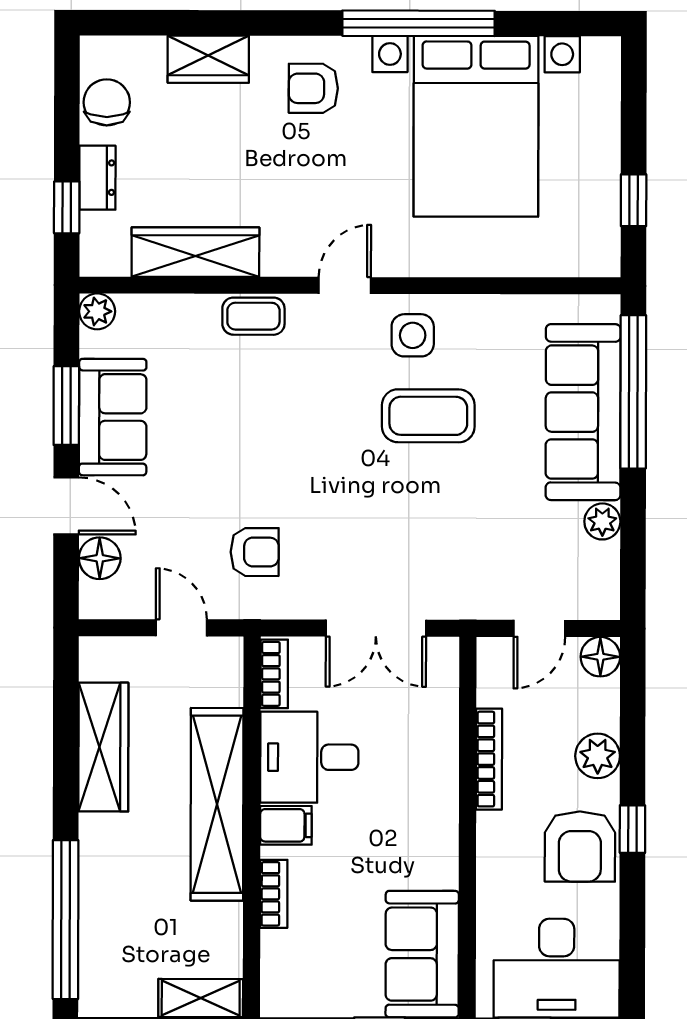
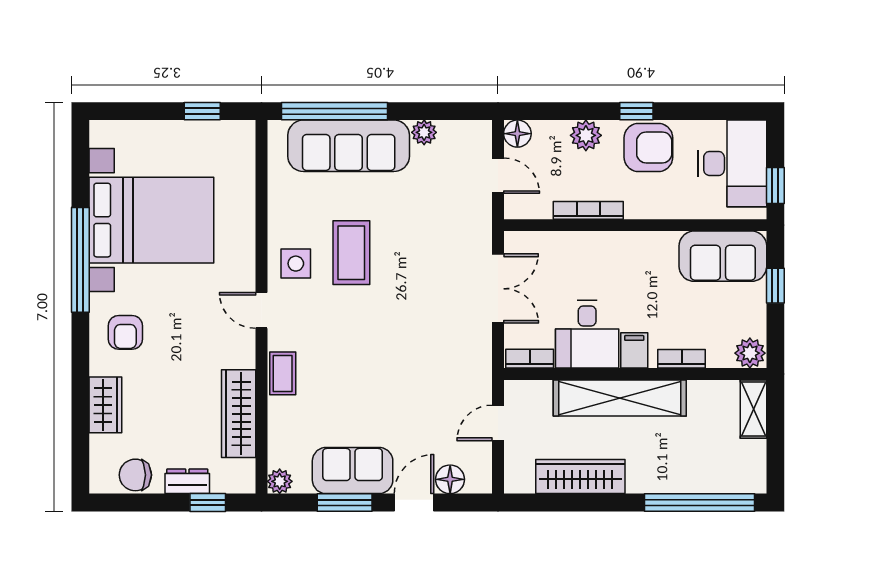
armchair: (255, 552) -> (446, 372), removed
plant: (282, 993) -> (750, 353), added

